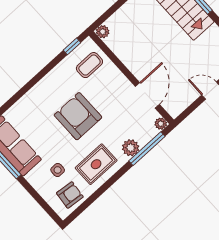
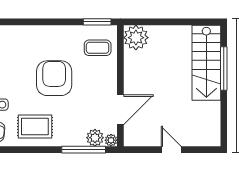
plant: (103, 32) -> (136, 38), width x1.87, depth x1.87
window: (72, 46) -> (97, 22), width x1.50
plant: (131, 148) -> (95, 138), moved

